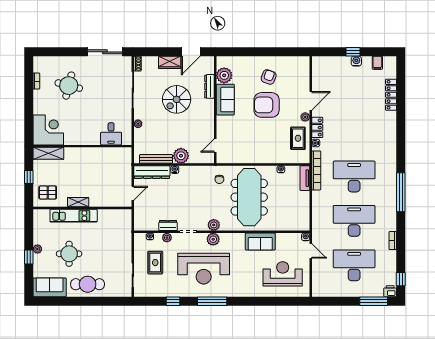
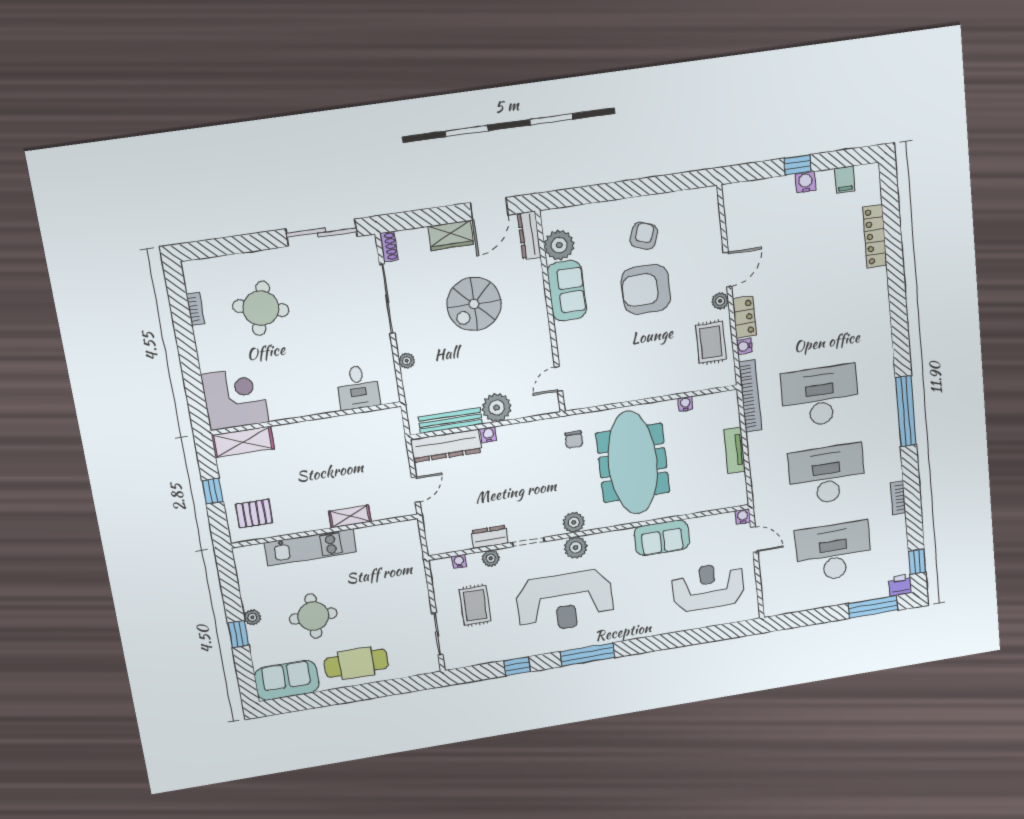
dresser: (209, 86) -> (529, 235), moved
tv unit: (305, 178) -> (735, 450), moved
shelving: (78, 202) -> (350, 516), moved

